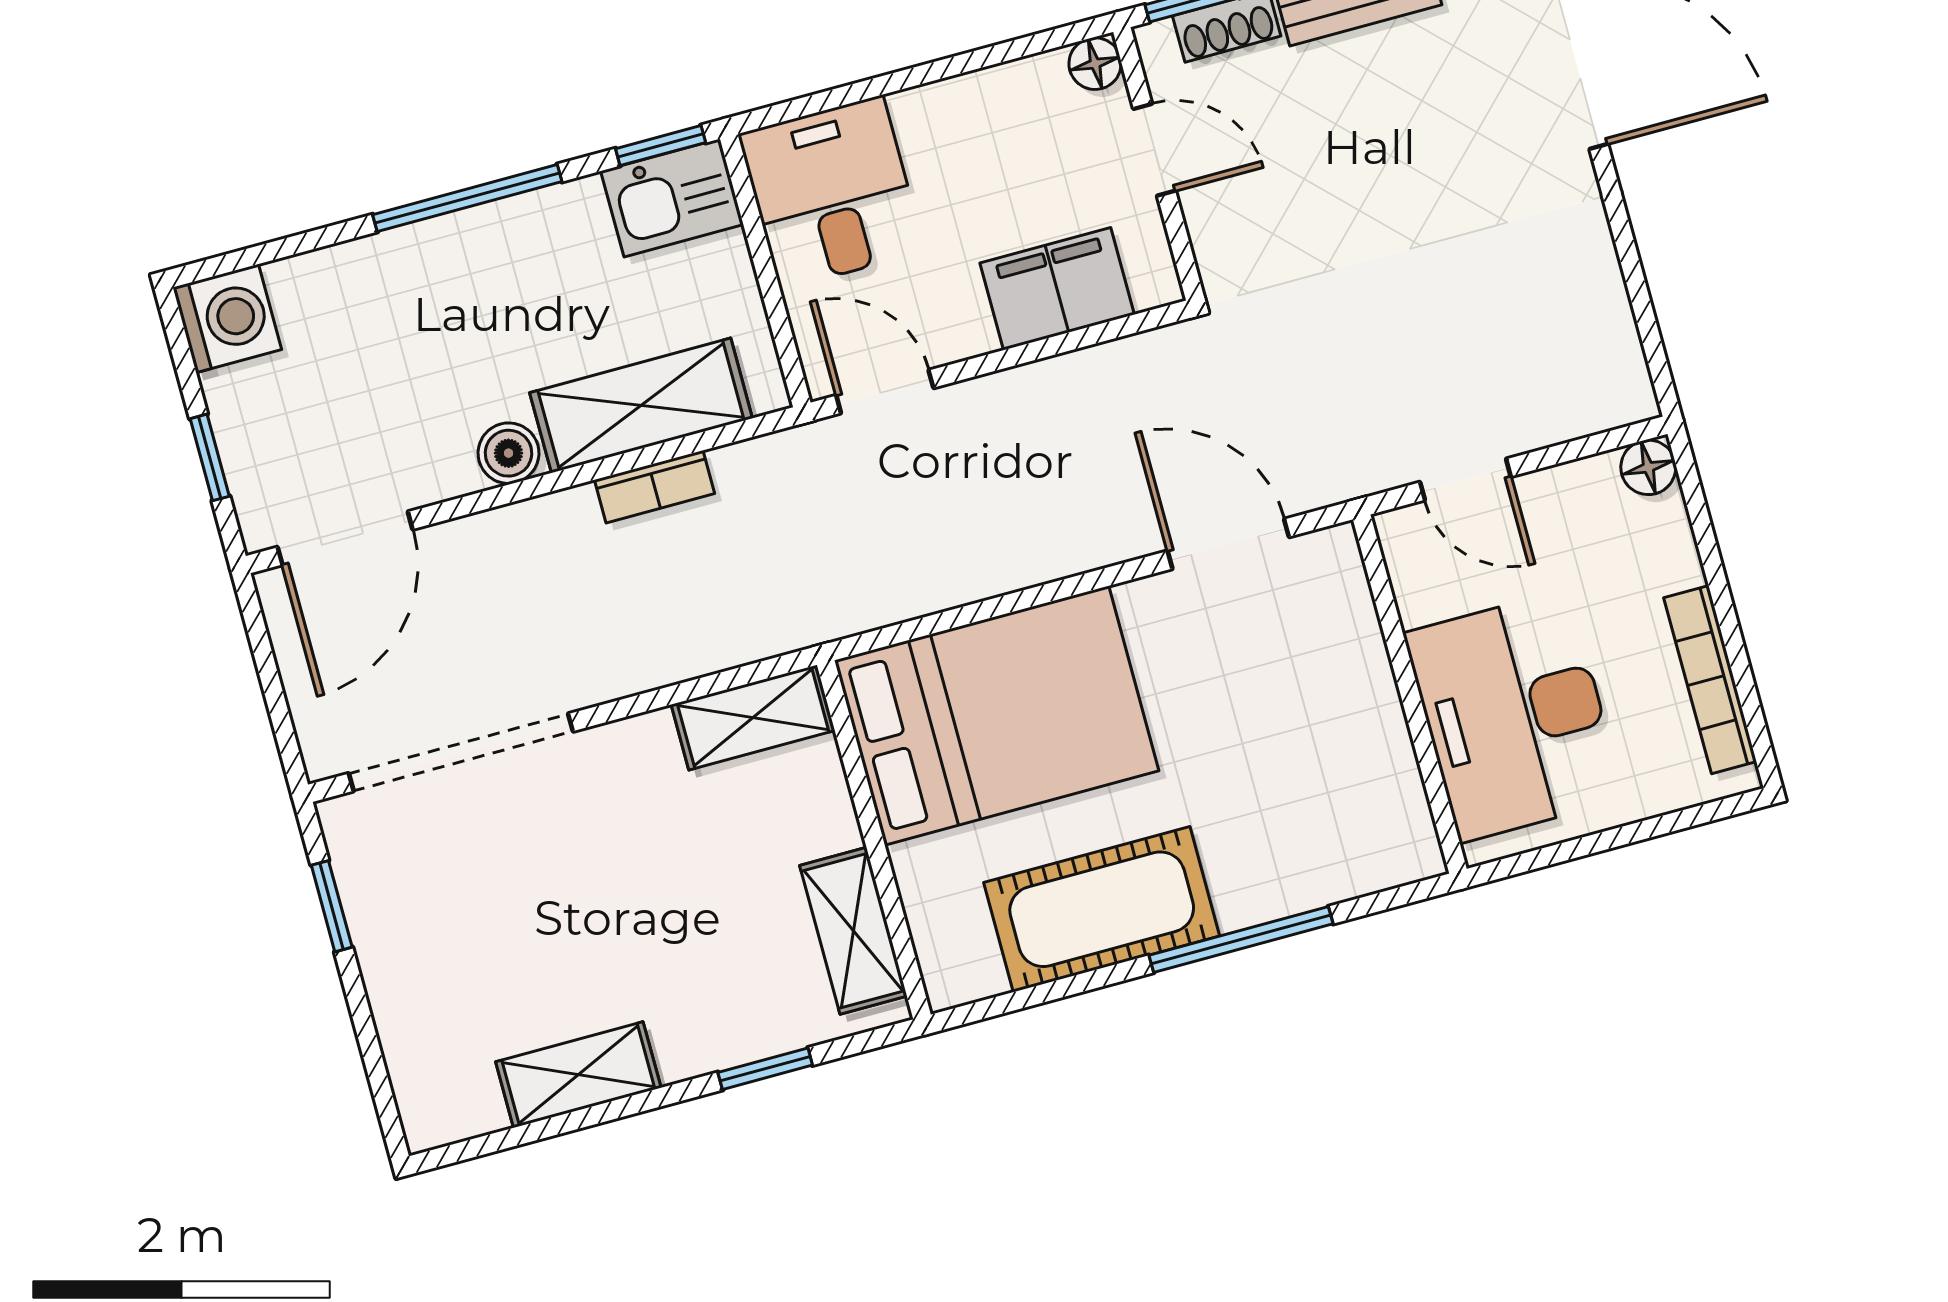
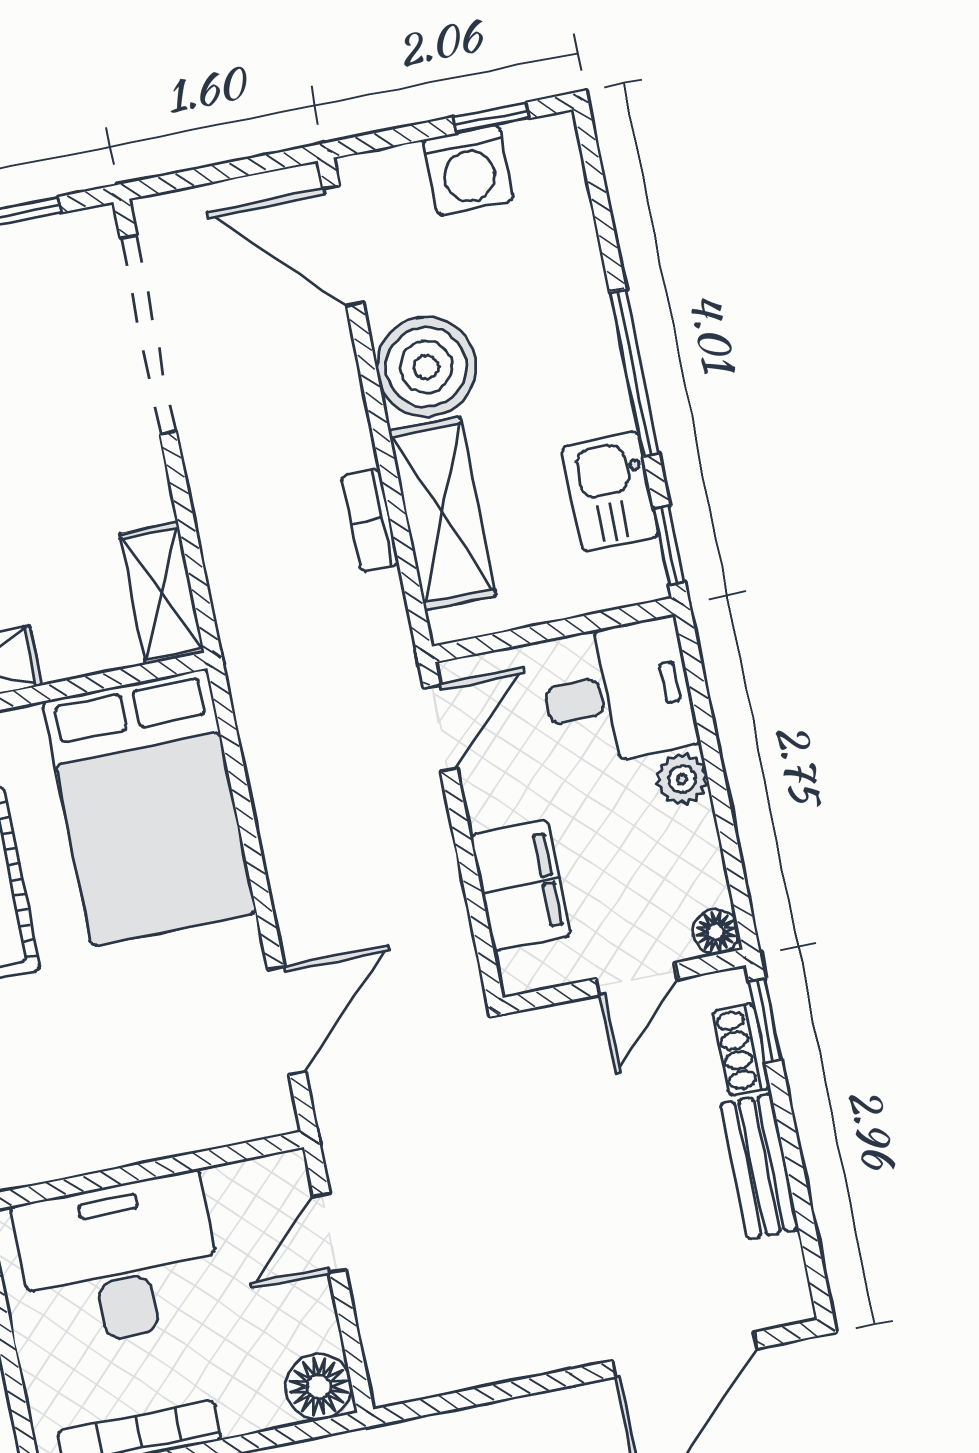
plant: (925, 113) -> (682, 779), added
kitchen sink: (672, 198) -> (610, 492), moved
washing machine: (227, 318) -> (468, 170), moved
boiler: (509, 453) -> (426, 367), width x1.86, depth x1.86
window: (210, 457) -> (491, 118), moved
floor lamp: (1648, 467) -> (319, 1387), width x1.37, depth x1.37

